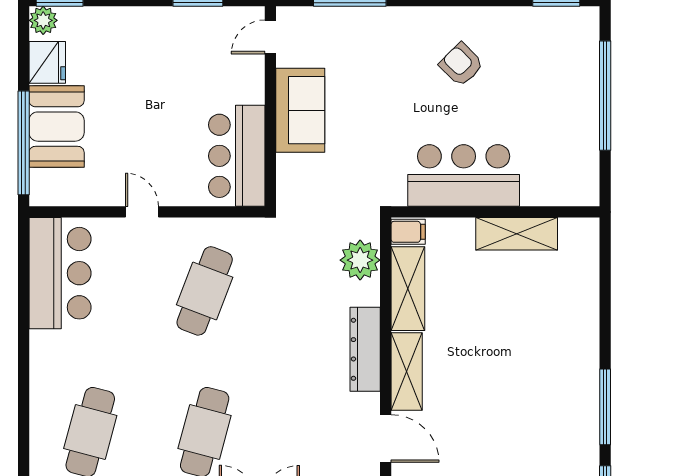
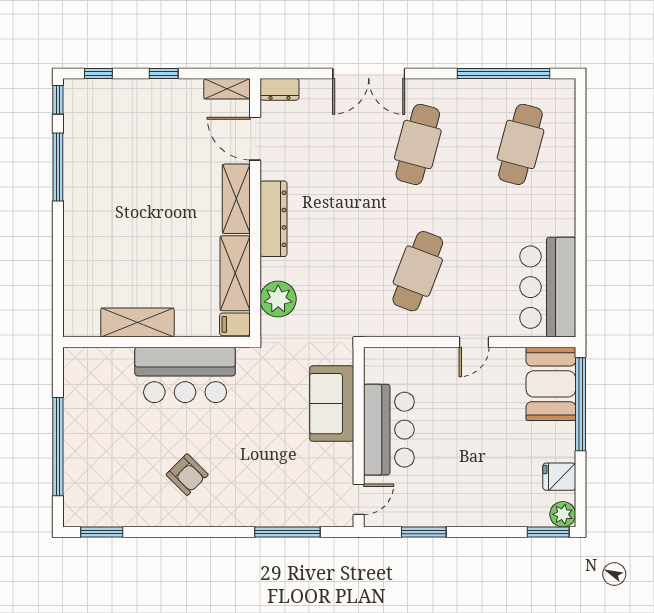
fridge: (47, 62) -> (559, 477), width x0.72
sofa: (300, 110) -> (332, 404), moved
booth: (57, 127) -> (551, 384), moved
bar counter: (237, 156) -> (389, 430), moved
door: (142, 212) -> (474, 342), hinge flipped

